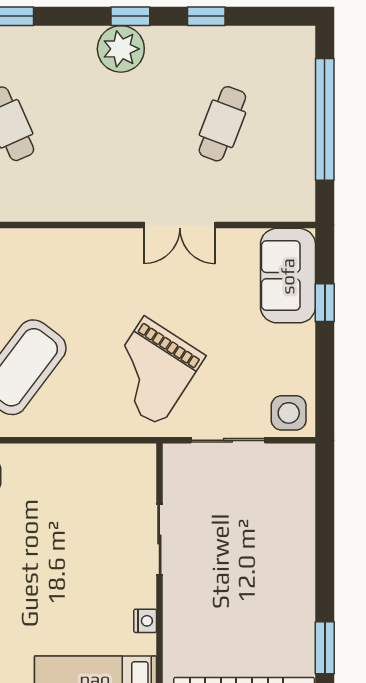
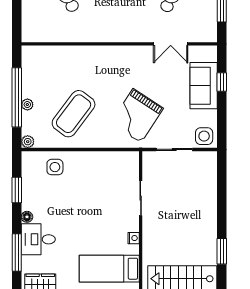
double door: (180, 225) -> (171, 44), moved
sofa: (288, 276) -> (204, 86), moved

